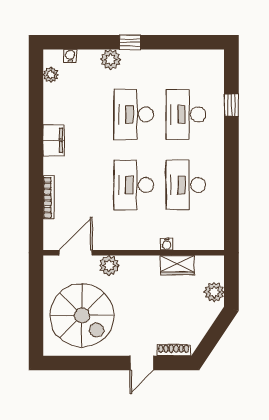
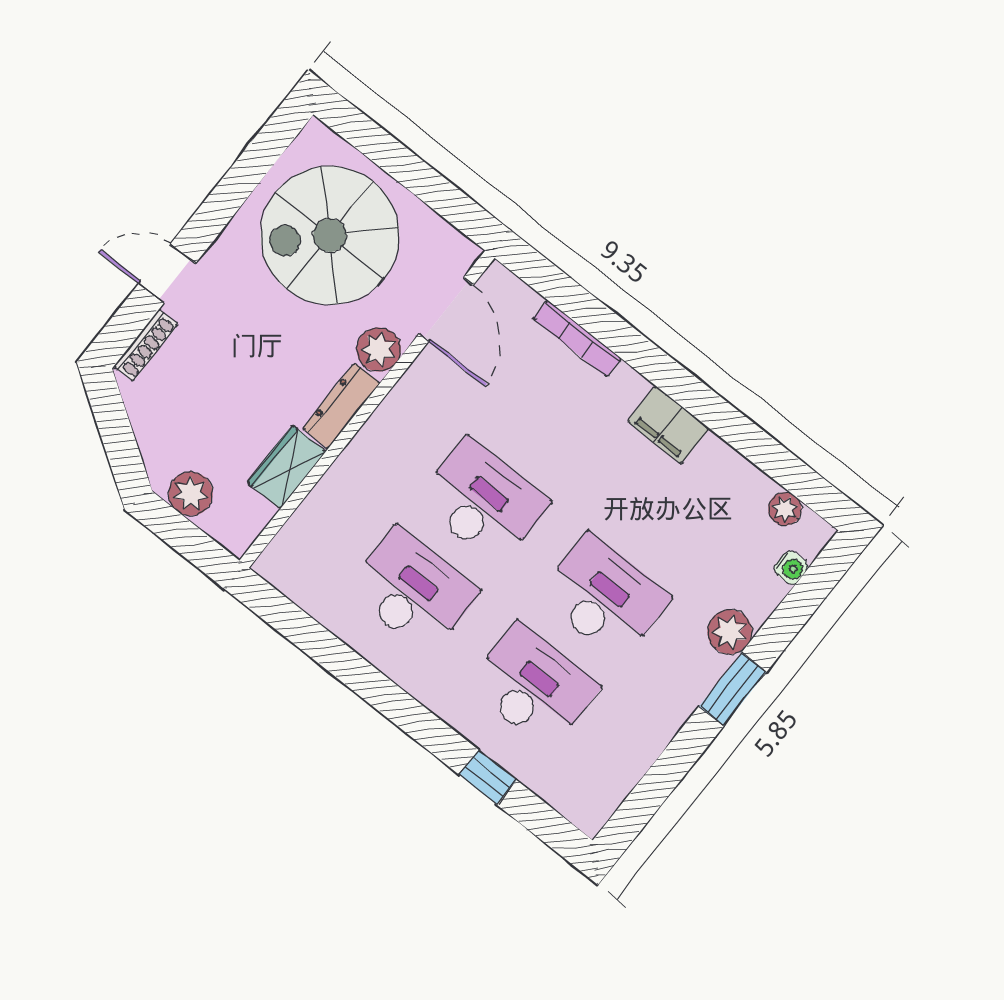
window: (130, 42) -> (733, 689), width x1.50
water cooler: (167, 244) -> (337, 477), removed
dresser: (140, 263) -> (341, 406), added
door: (142, 363) -> (167, 274), hinge flipped

